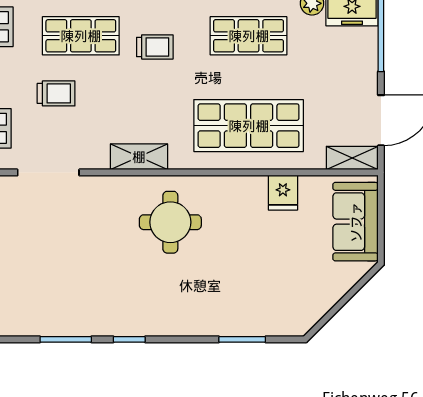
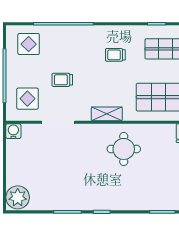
shop shelf: (81, 36) -> (76, 49), removed
trolley: (155, 47) -> (115, 55), turned 180
trolley: (56, 93) -> (62, 80), turned 180

